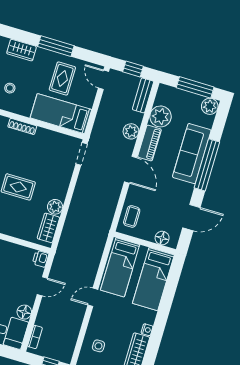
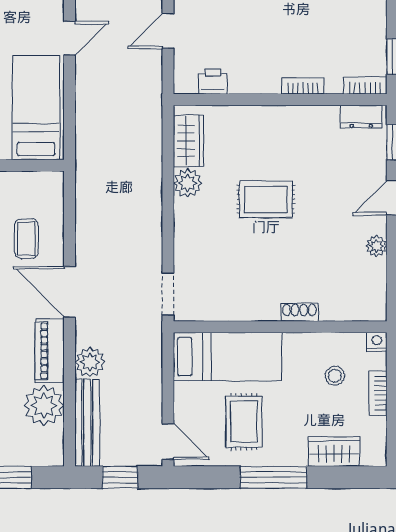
bench: (143, 95) -> (87, 423), width x1.36
shoe rack: (22, 126) -> (299, 312), width x0.70
coffee table: (132, 216) -> (26, 239), moved
printer: (41, 259) -> (213, 82), moved, turned -90

